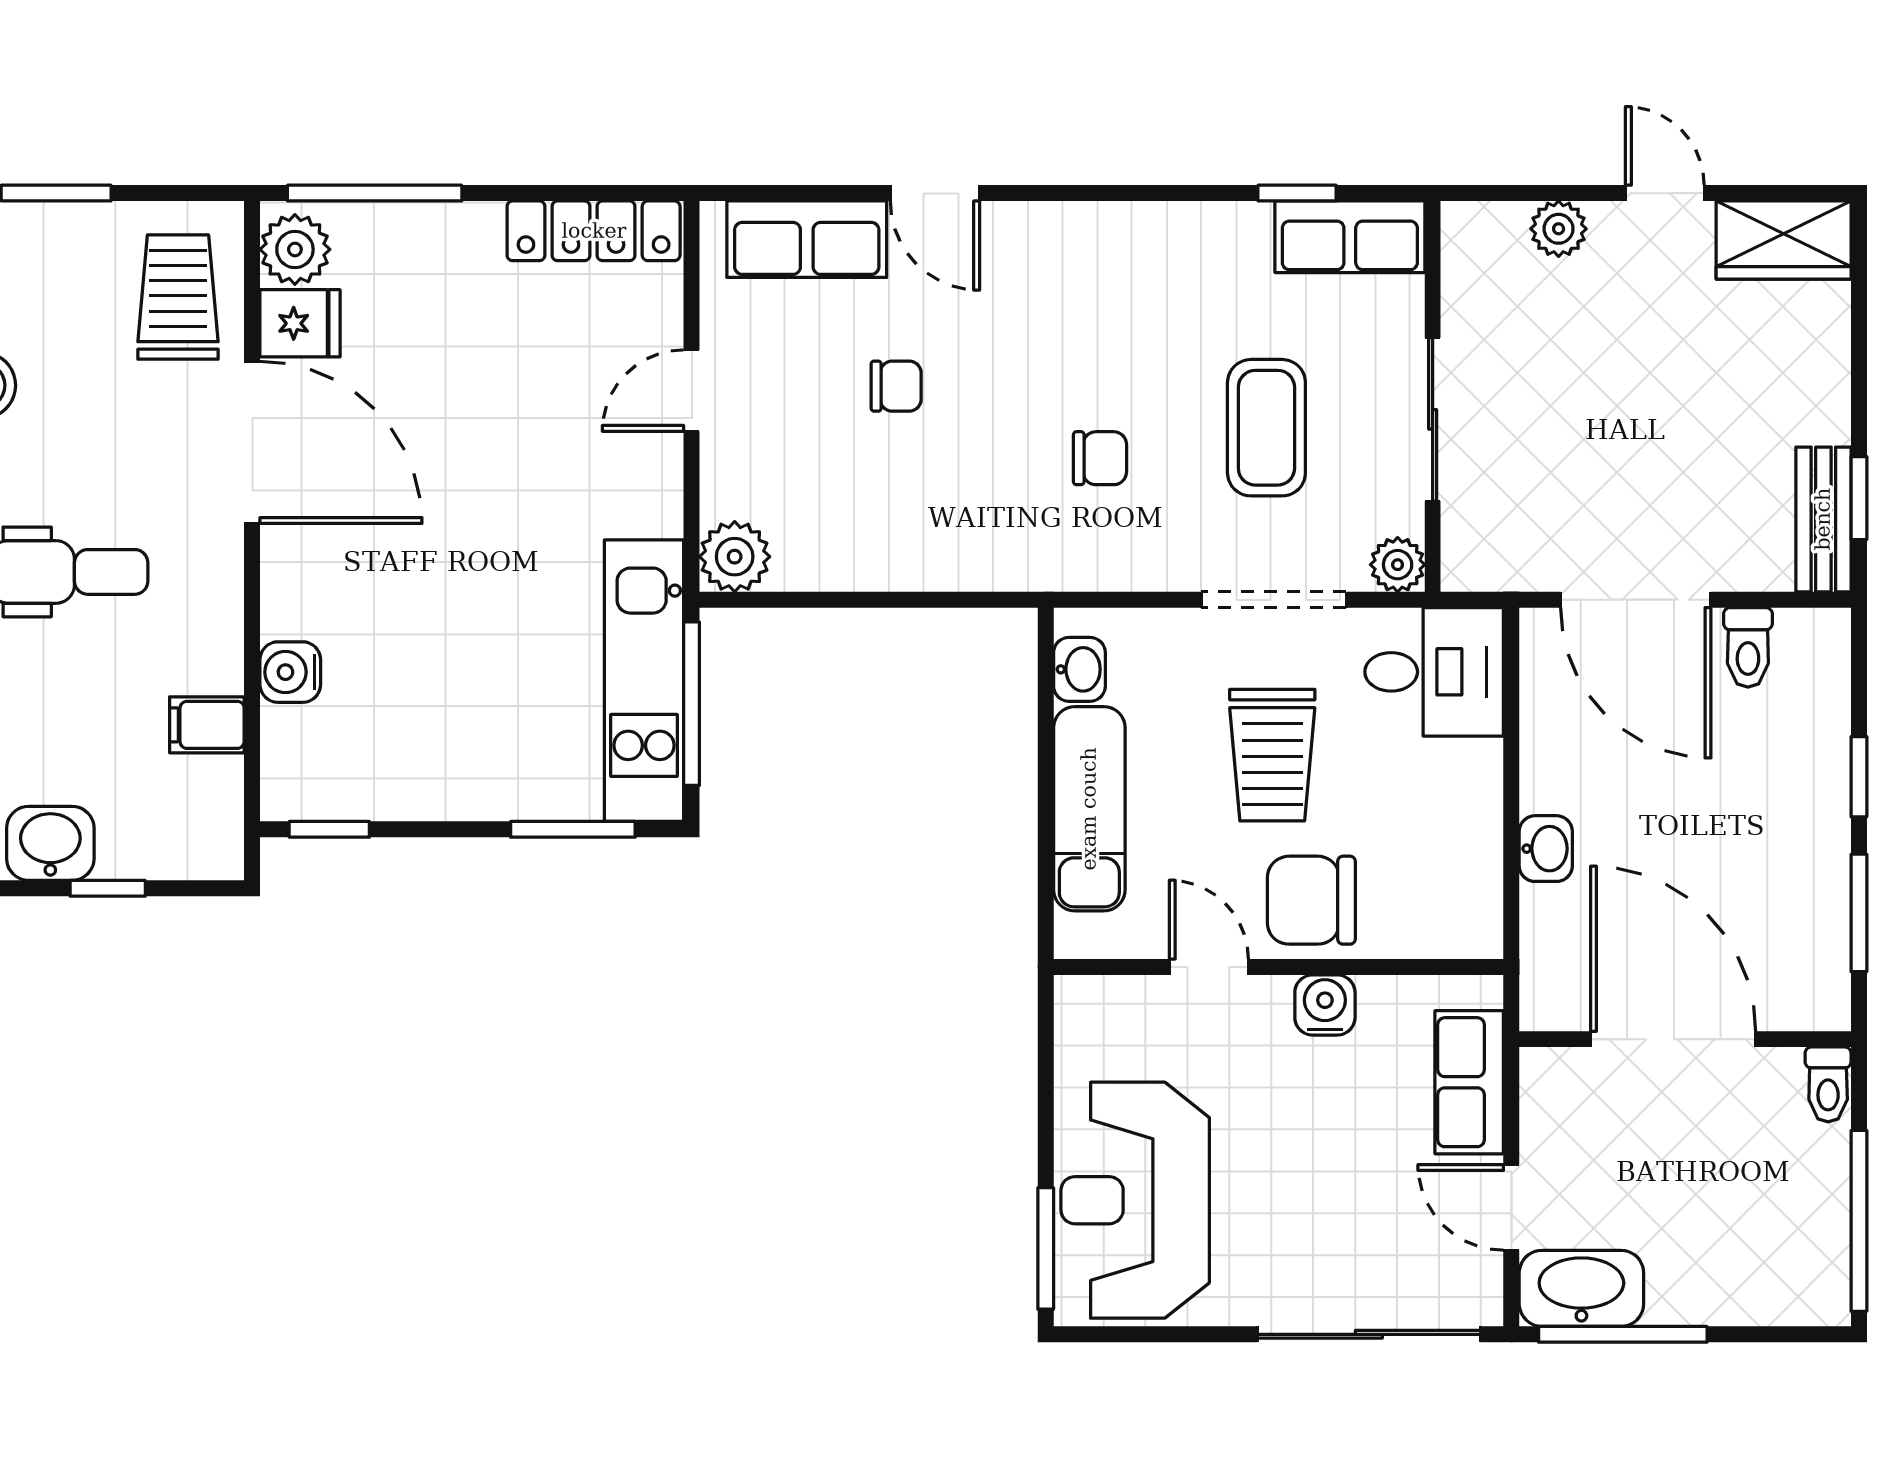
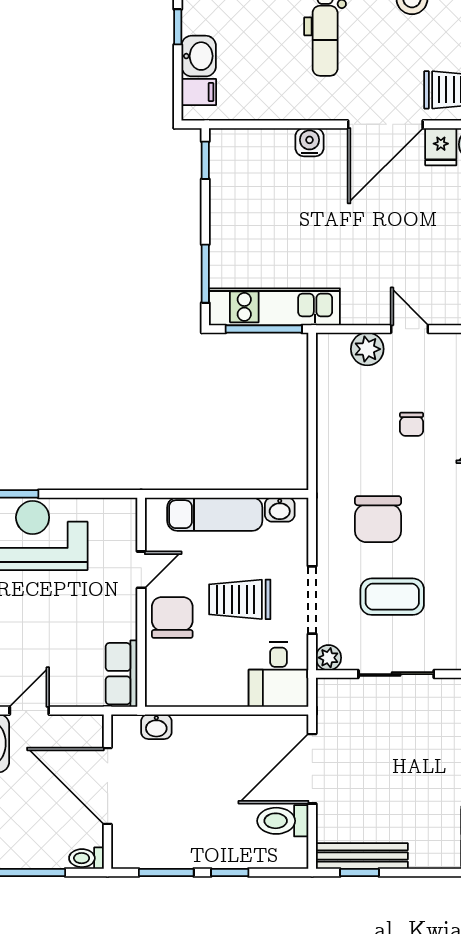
chair: (1100, 458) -> (378, 519), width x1.87, depth x1.87
bench: (1823, 519) -> (362, 856), width x1.36
plant: (735, 557) -> (367, 349), moved
toilet: (1748, 647) -> (283, 821), width x1.37, depth x1.39
water cooler: (290, 672) -> (310, 142), moved
filing cabinet: (207, 725) -> (199, 92), moved, turned 90
washbasin: (50, 843) -> (199, 56), moved
washbasin: (1546, 849) -> (156, 727), moved
window: (108, 888) -> (178, 27), moved
water cooler: (1325, 1005) -> (123, 624), removed
door: (1673, 1039) -> (108, 786), swing flipped
row of seats: (1469, 1082) -> (122, 674), moved, turned -90

